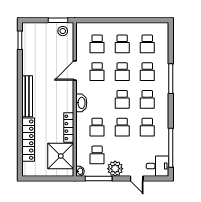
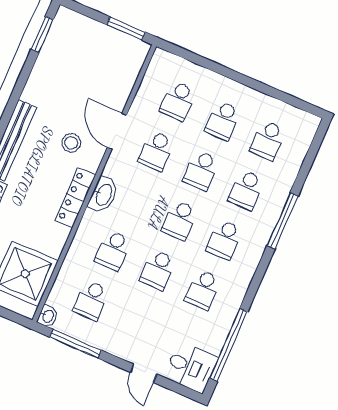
stool: (63, 31) -> (71, 143), moved
door: (75, 70) -> (117, 131), hinge flipped
locker: (69, 127) -> (75, 198), moved
plant: (115, 169) -> (113, 339), removed

